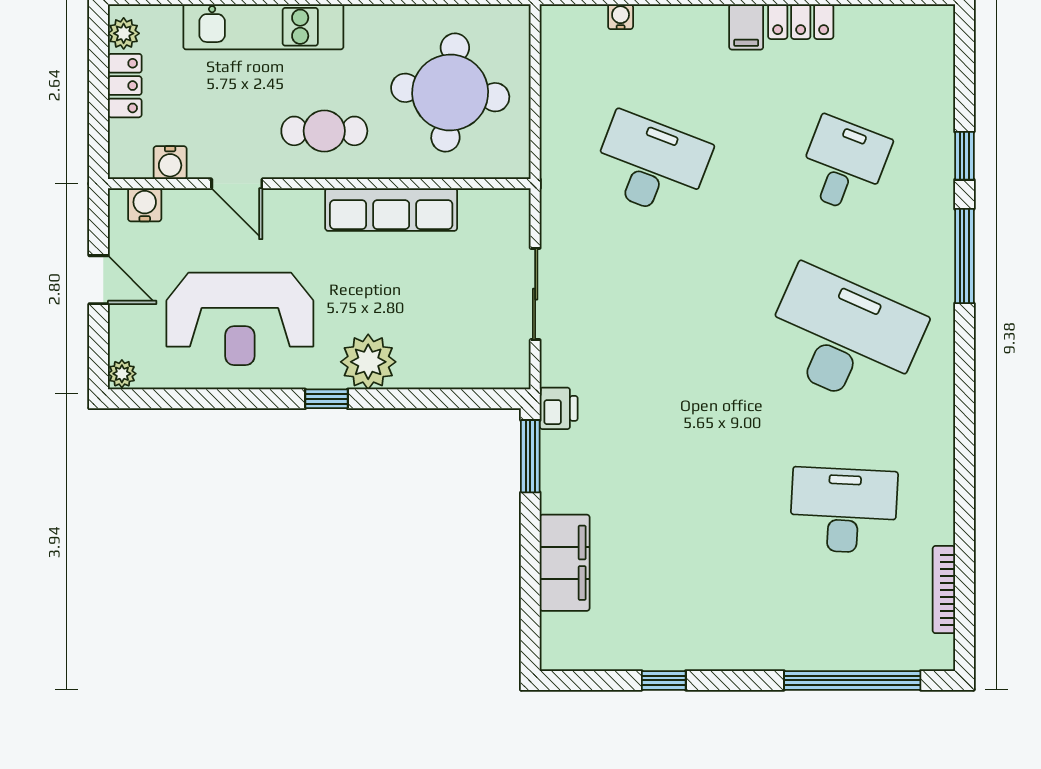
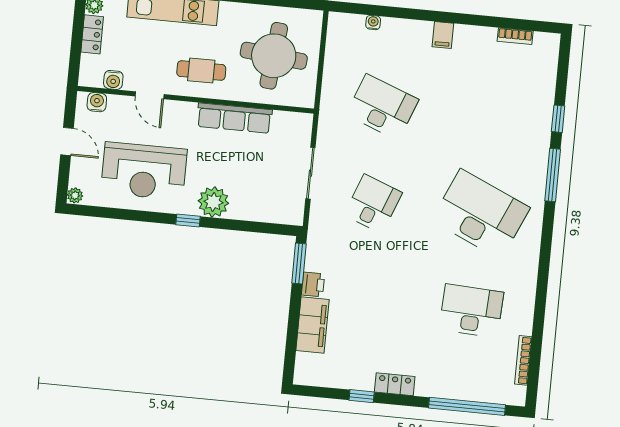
bookcase: (874, 16) -> (515, 36), added
locker: (801, 22) -> (395, 384), moved, turned 180
desk: (844, 165) -> (373, 204), moved
printer: (559, 408) -> (313, 284), moved

